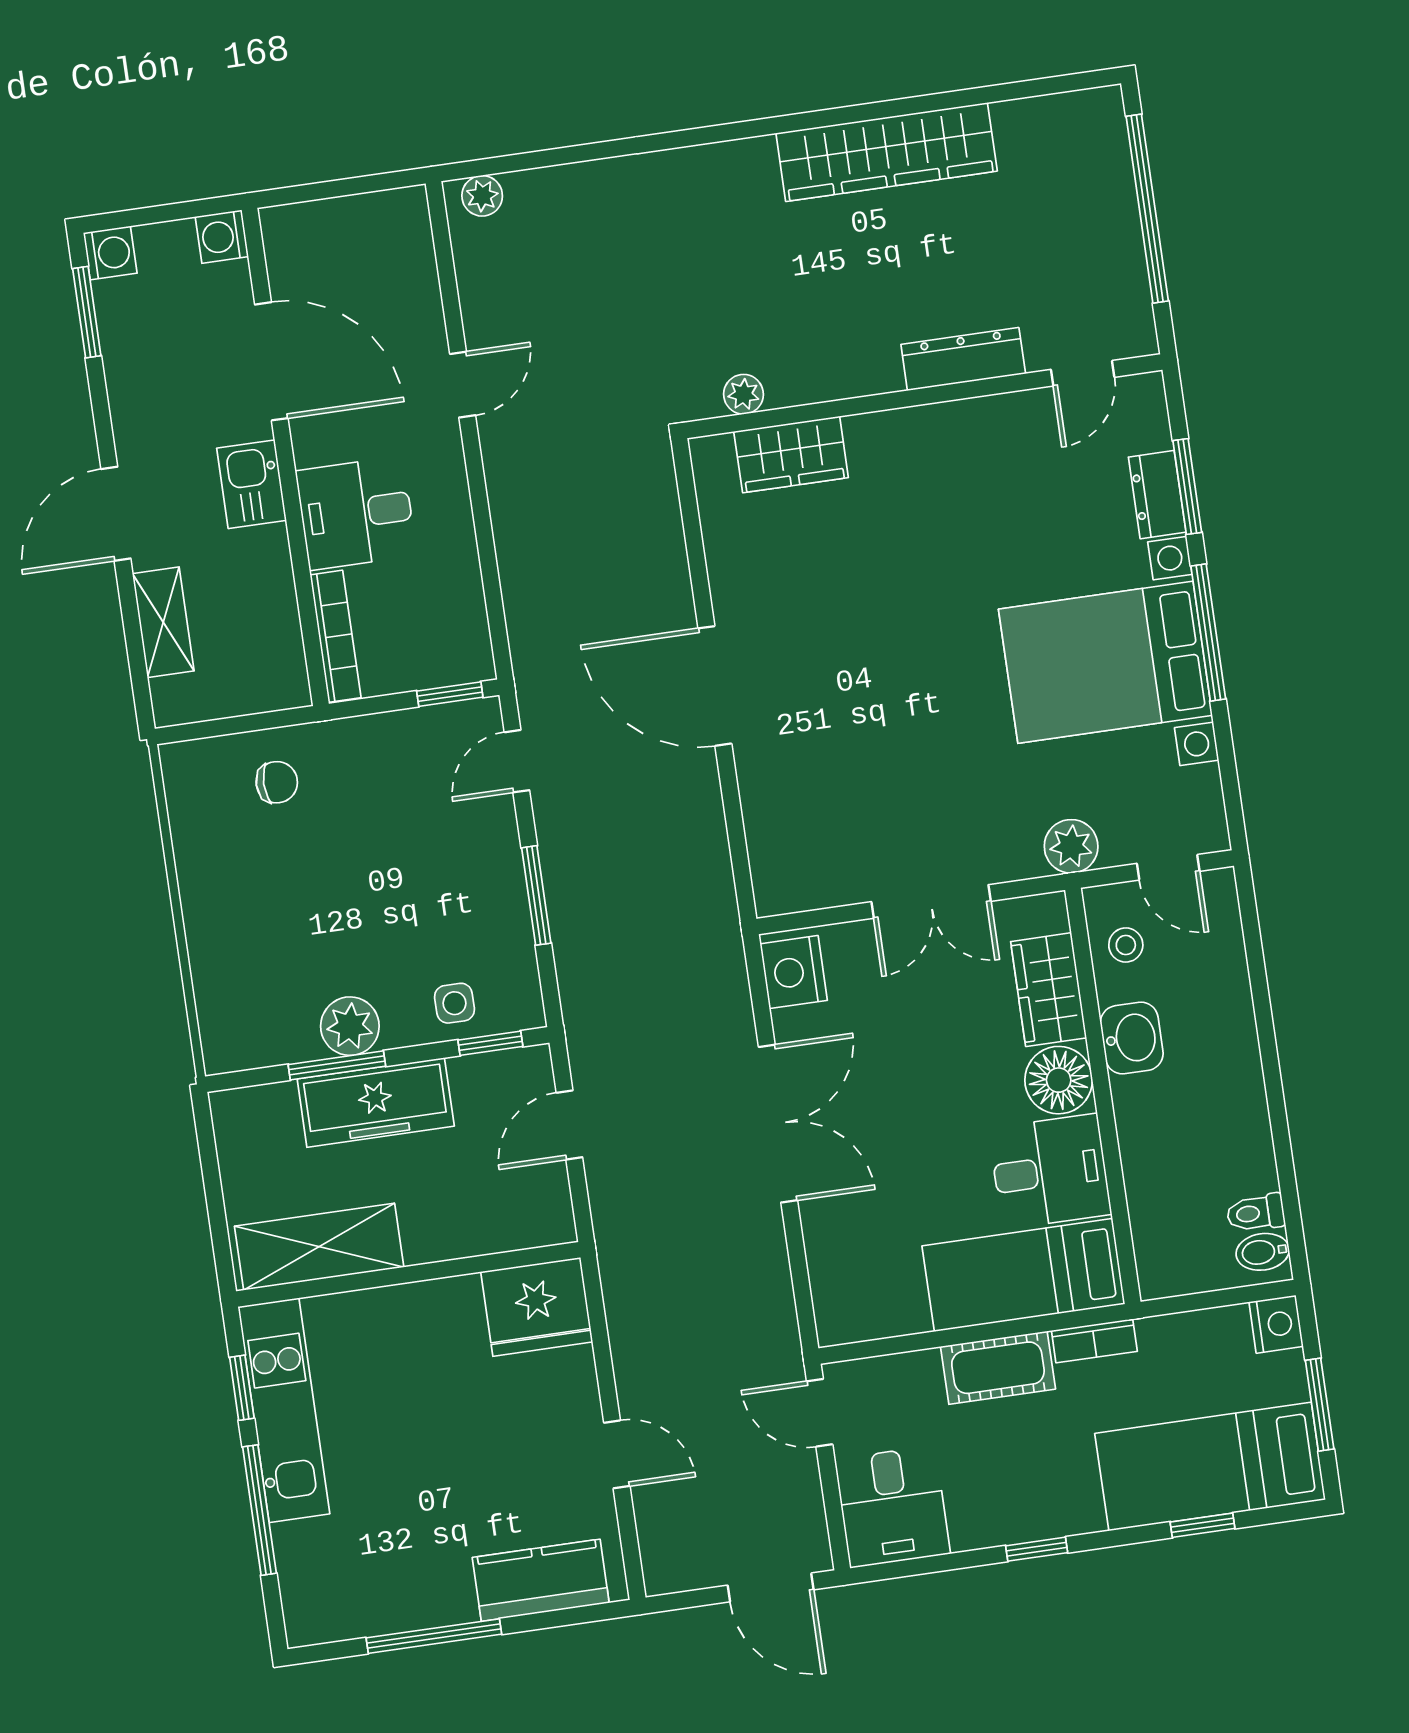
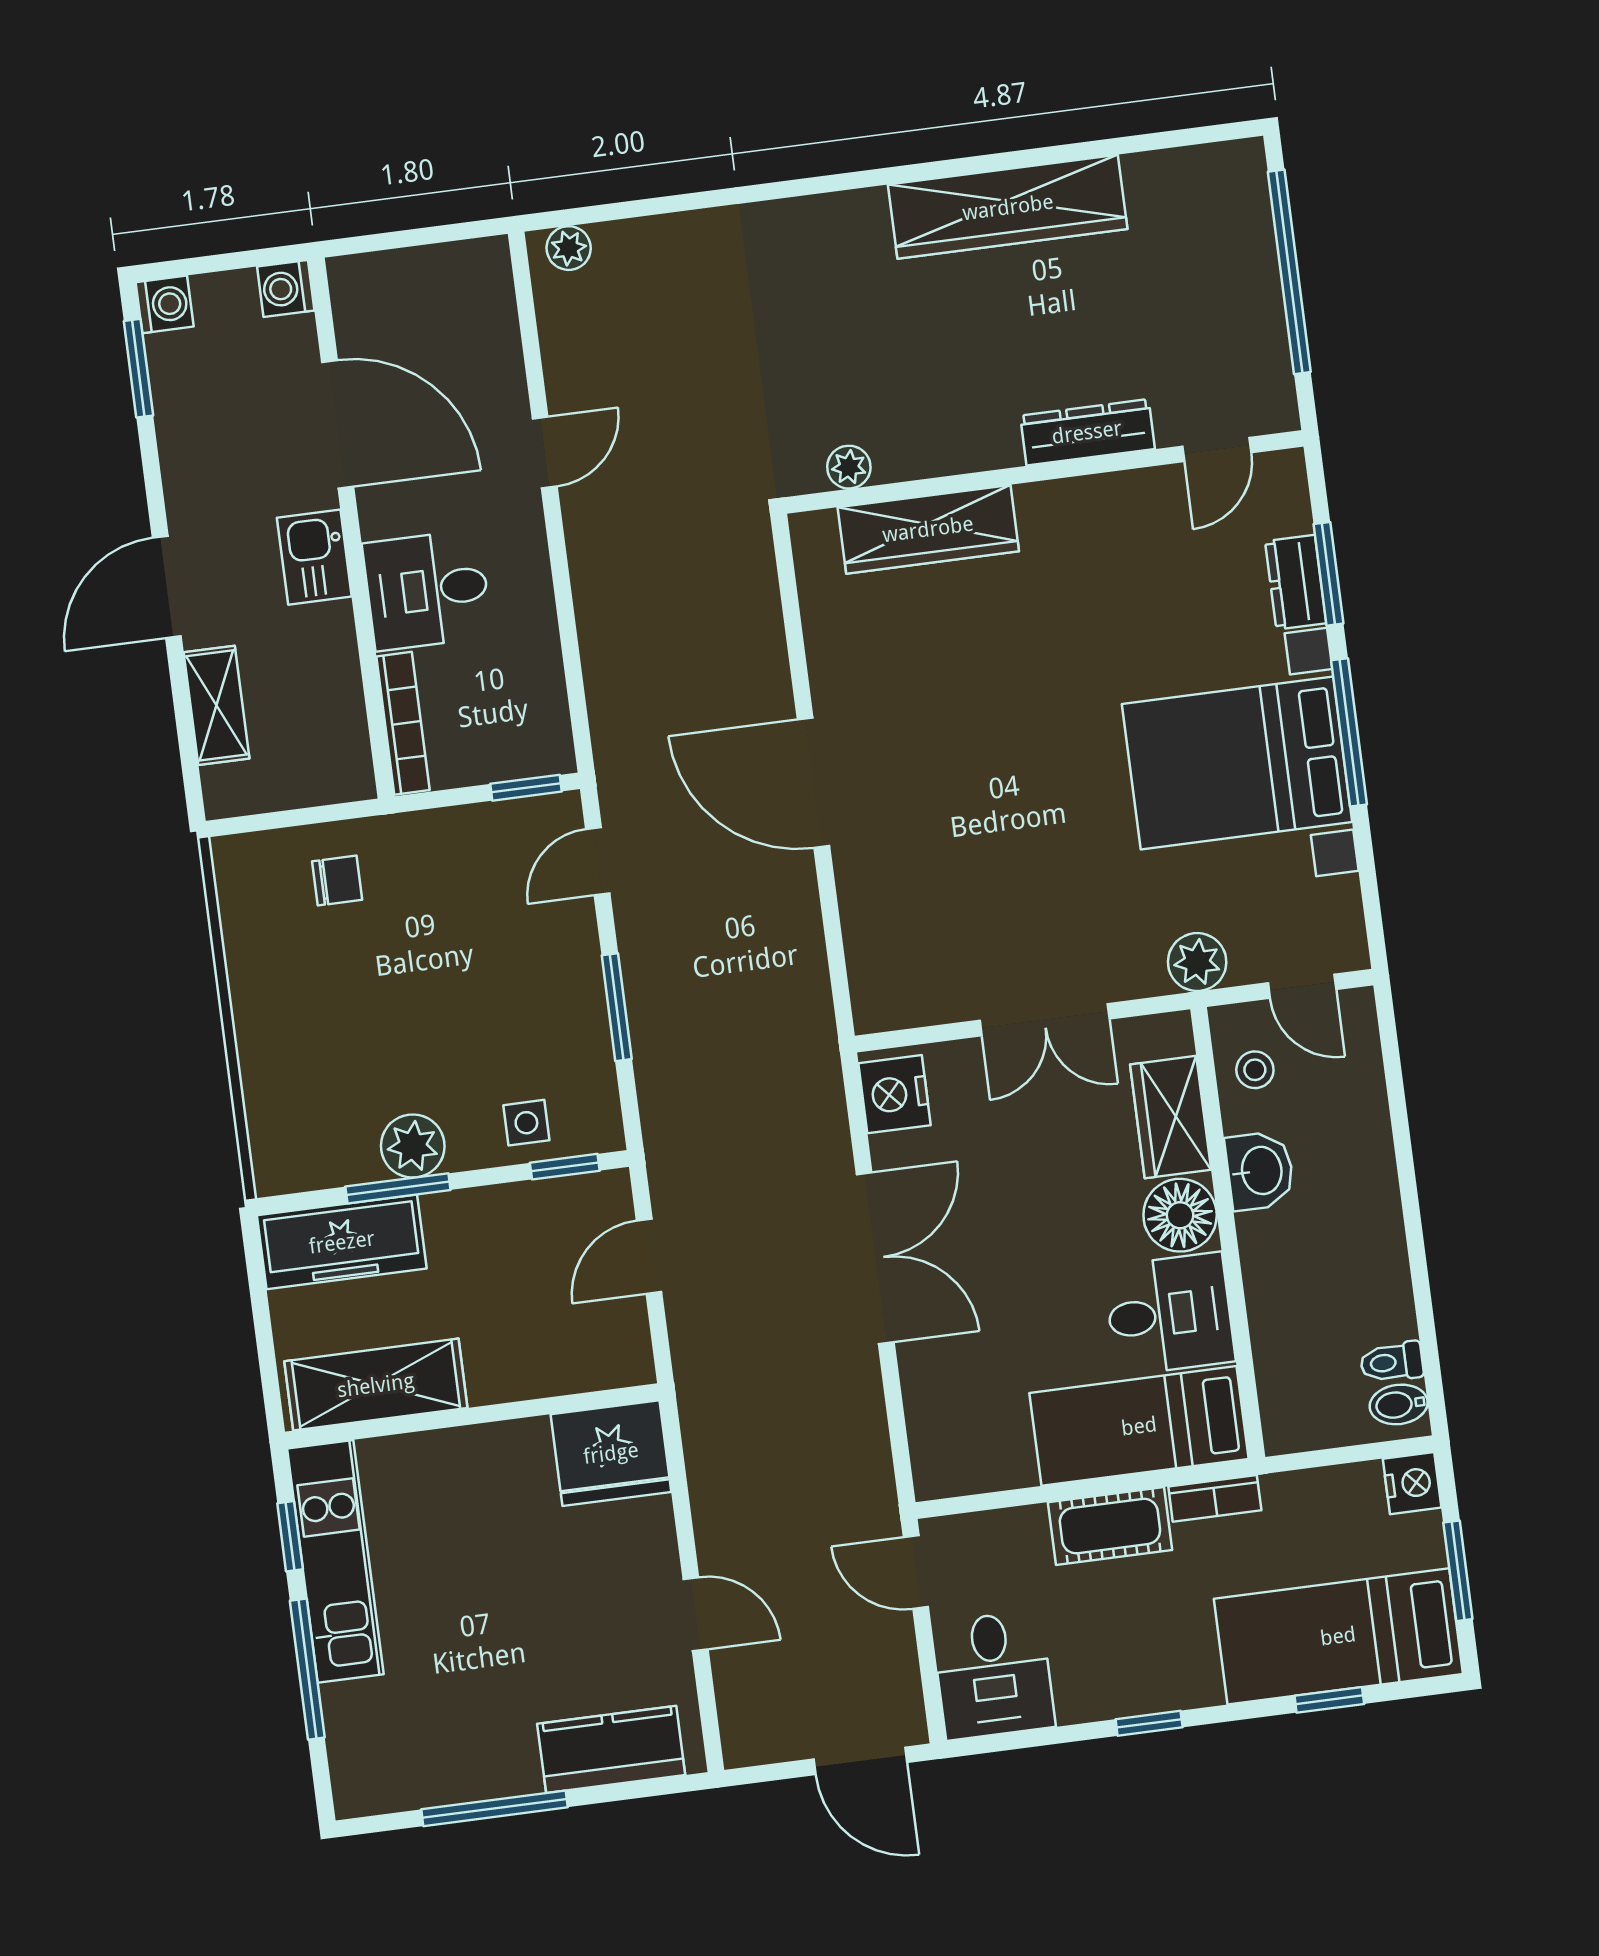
wardrobe: (791, 454) -> (928, 529), width x1.50
freezer: (376, 1103) -> (342, 1242), moved

